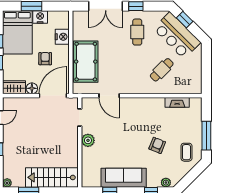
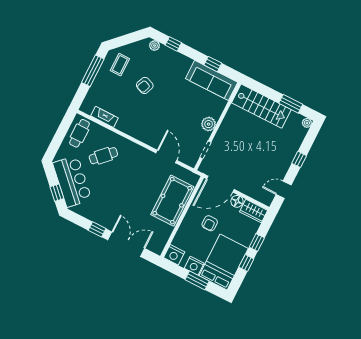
cafe table: (137, 32) -> (80, 133), moved
nightstand: (62, 37) -> (174, 255), moved, turned -90
sofa: (124, 178) -> (212, 80), moved

